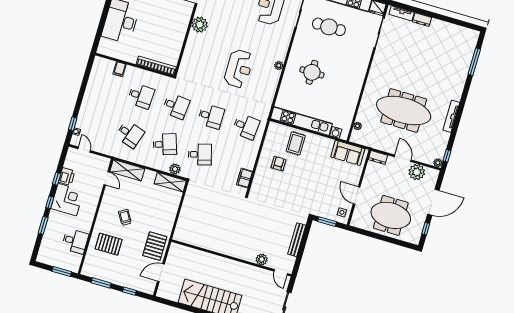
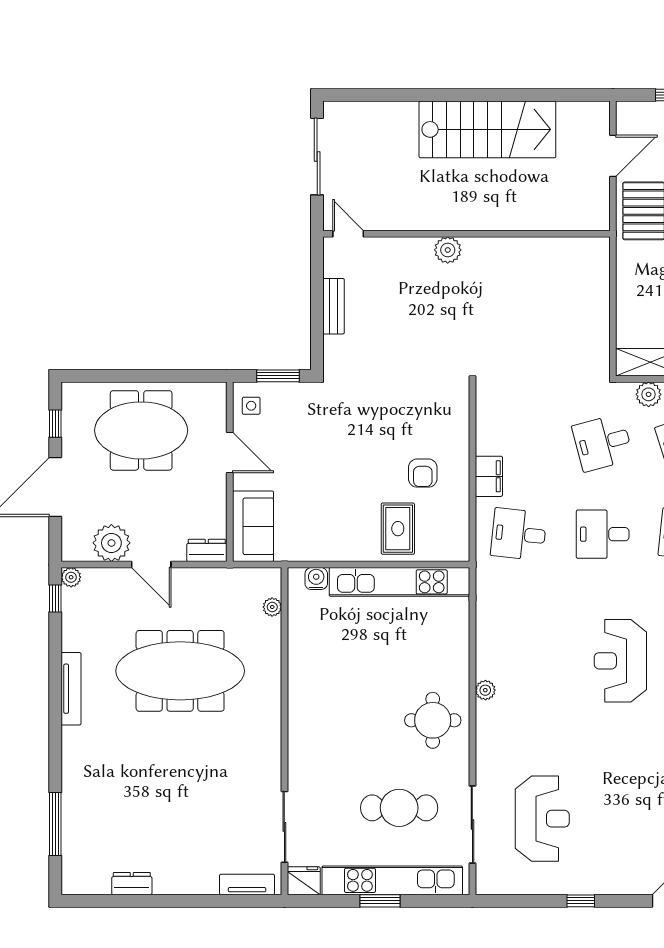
dresser: (422, 20) -> (132, 884), moved
reception desk: (239, 69) -> (620, 661), moved
round table: (312, 72) -> (433, 720), moved
sofa: (348, 153) -> (253, 526), moved, turned 90
filing cabinet: (244, 178) -> (489, 476), moved
bench: (297, 240) -> (334, 306), width x0.73
plant: (262, 259) -> (448, 250), moved

